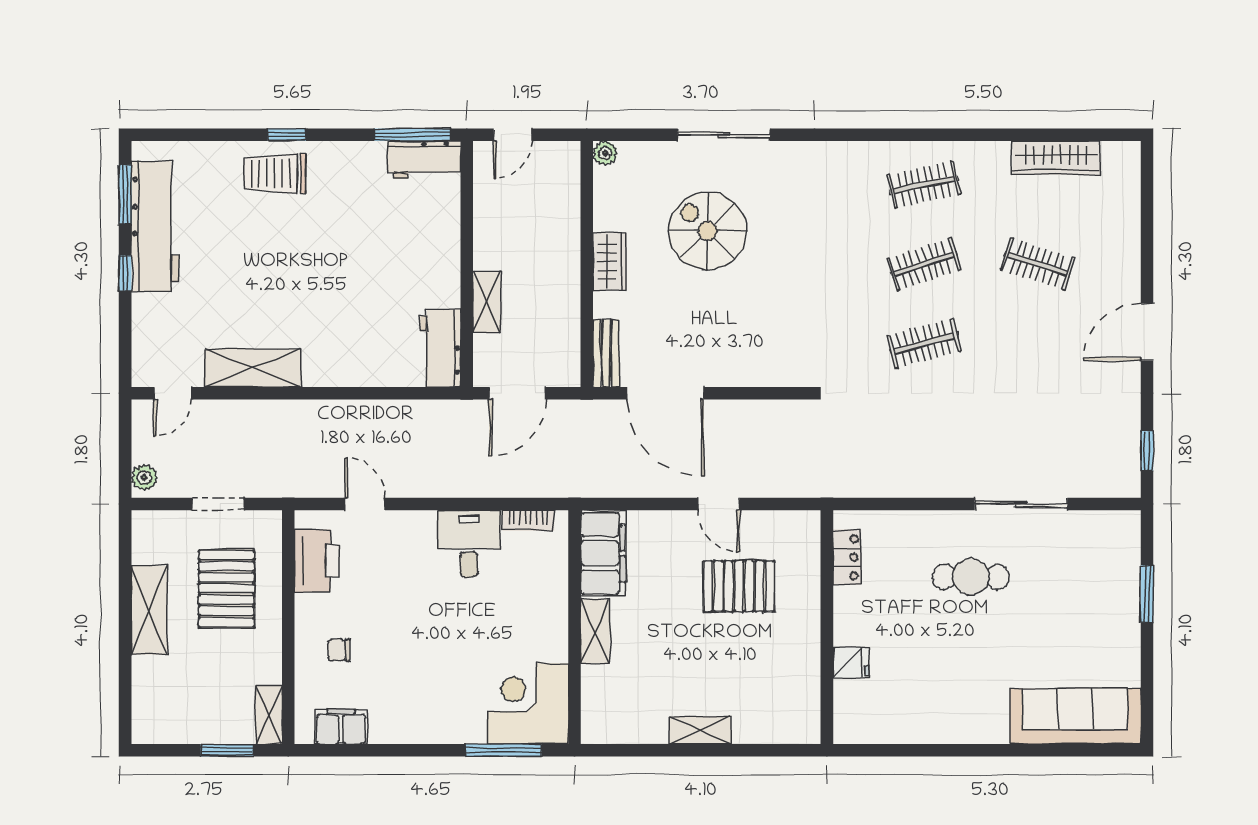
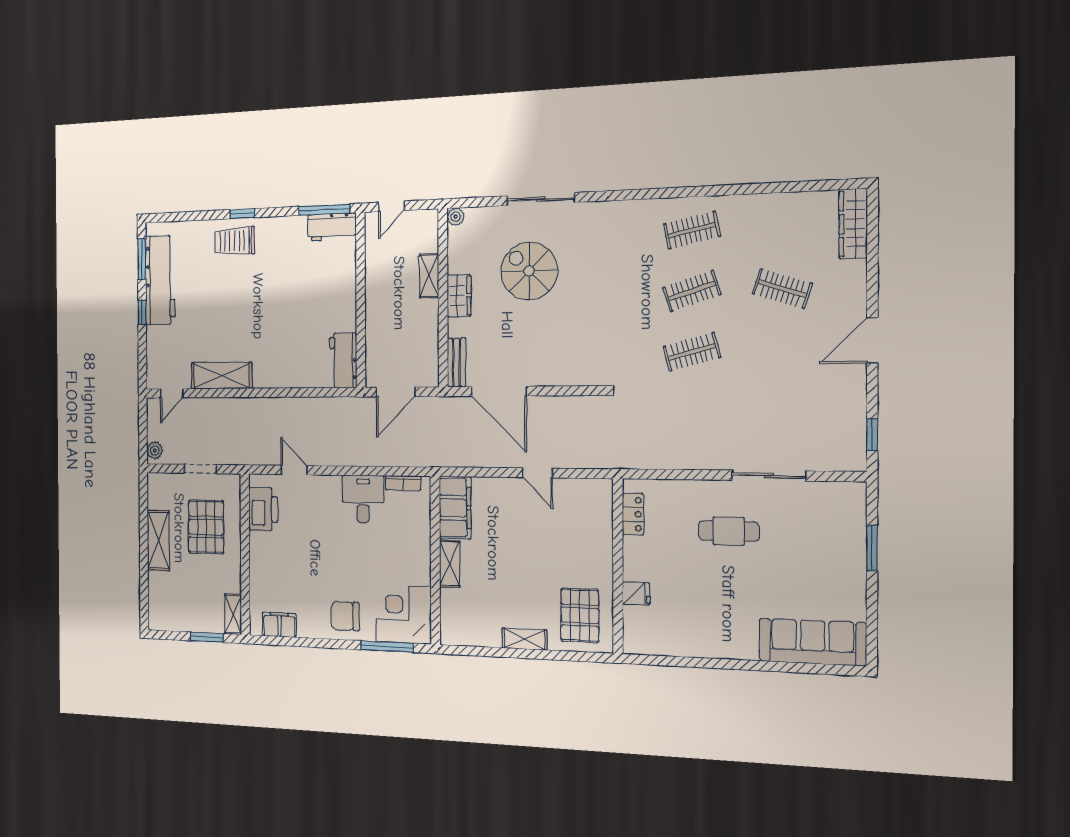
wardrobe: (1056, 158) -> (853, 224), moved, turned 90
shelving: (487, 302) -> (429, 276), moved
pallet: (739, 586) -> (580, 615), moved, turned 90
chair: (339, 650) -> (345, 616), moved, width x1.87, depth x1.87

